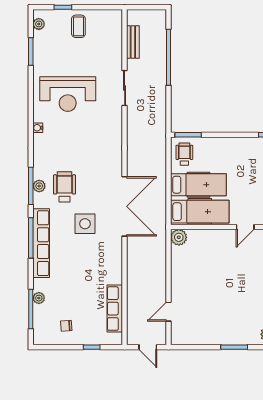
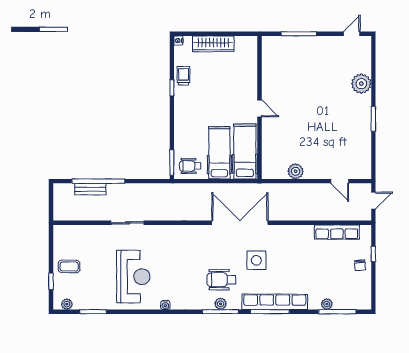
bench: (133, 42) -> (90, 189), moved
plant: (179, 237) -> (296, 171), moved
chair: (66, 326) -> (360, 265), moved

